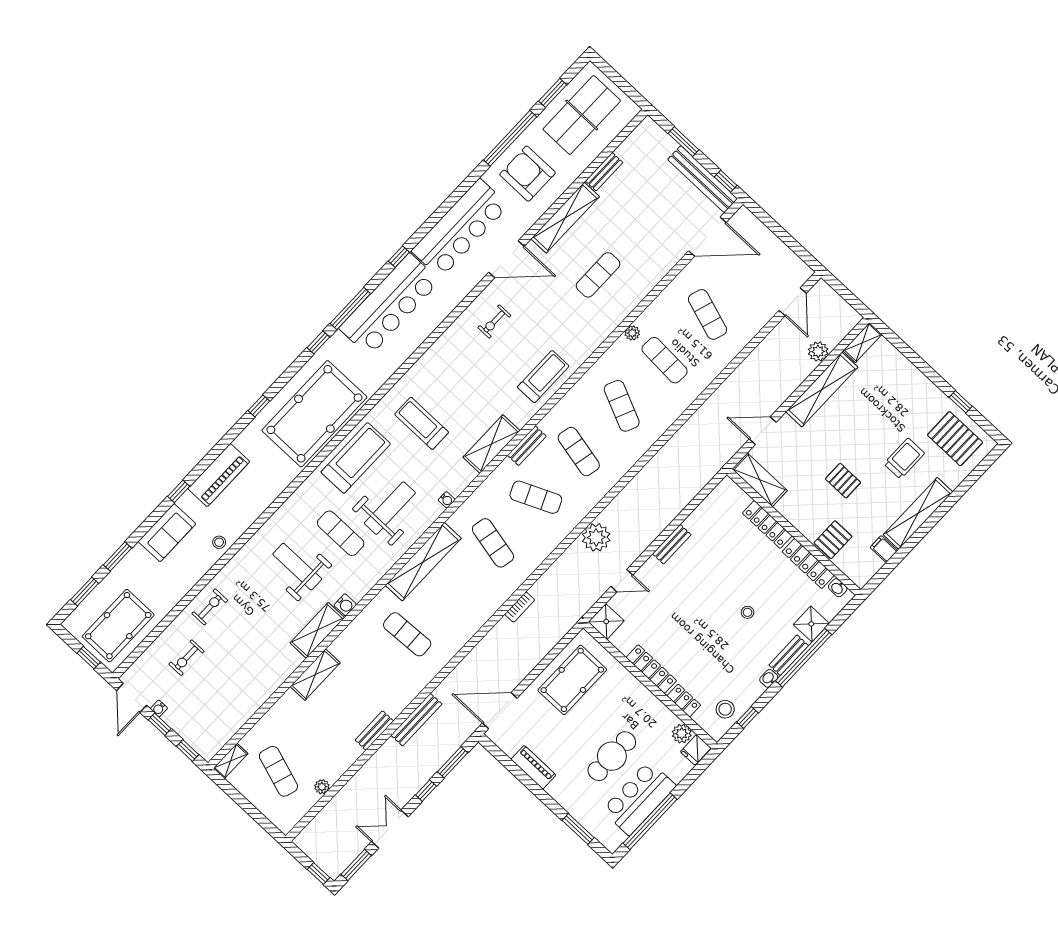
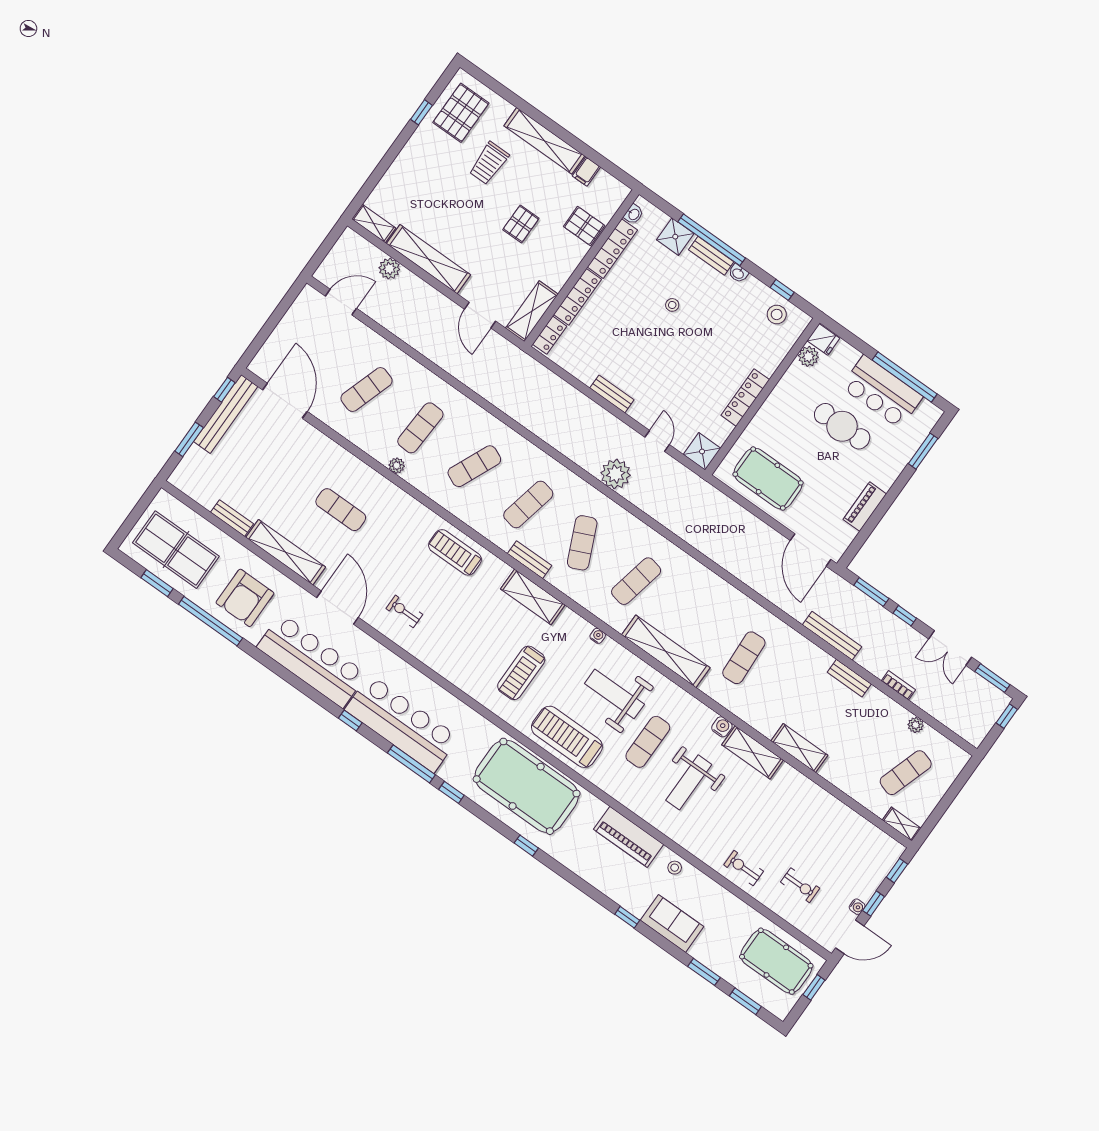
exercise bike: (494, 322) -> (404, 611), turned 180
trolley: (904, 459) -> (489, 163), turned -90
piano: (219, 475) -> (629, 837), moved, turned 180
bookcase: (520, 607) -> (898, 685), moved
locker: (684, 701) -> (550, 335), moved, turned 180

